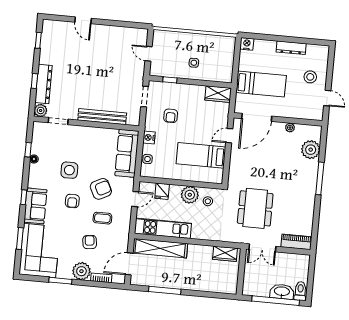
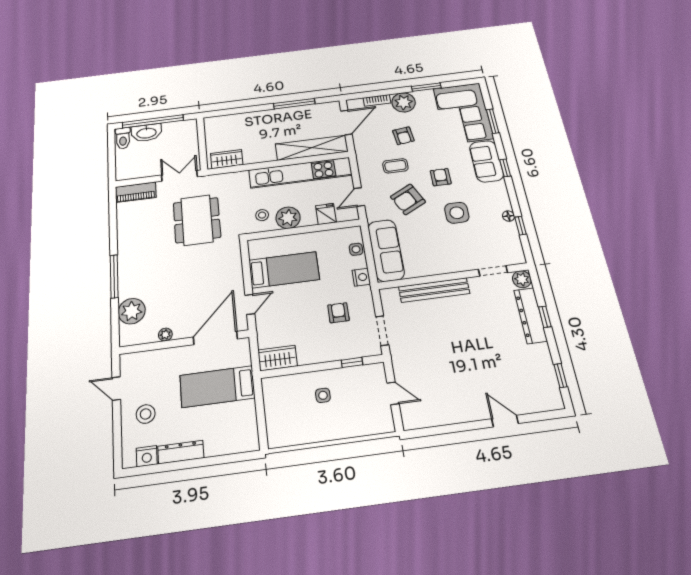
nightstand: (247, 44) -> (147, 456), moved
kitchen unit: (163, 228) -> (300, 173), width x1.36

